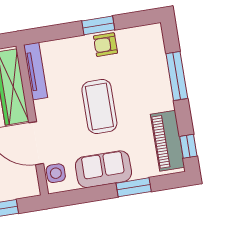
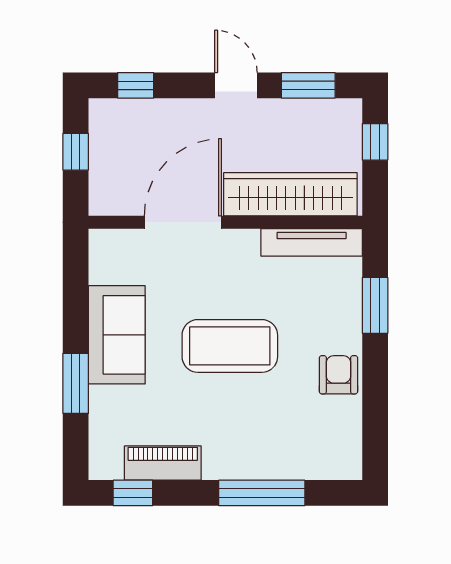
window: (98, 25) -> (375, 305), moved
piano: (168, 141) -> (163, 463), width x0.73, depth x0.75
side table: (56, 173) -> (124, 249), removed

